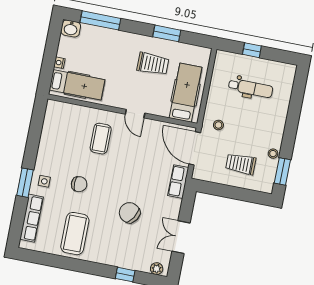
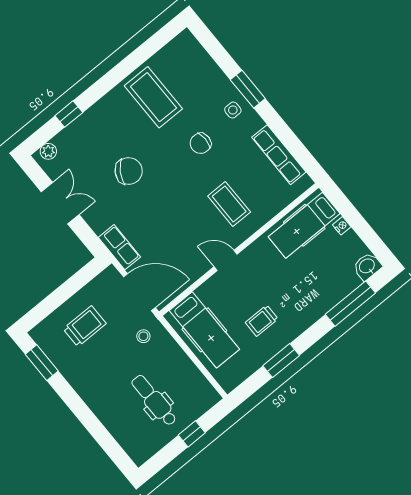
trolley: (153, 64) -> (262, 321), width x0.73, depth x0.72
dental chair: (251, 88) -> (154, 400), turned 90
stool: (273, 154) -> (68, 368), removed
row of seats: (32, 218) -> (279, 155), moved

